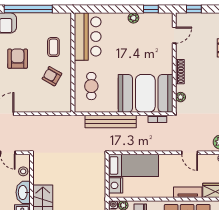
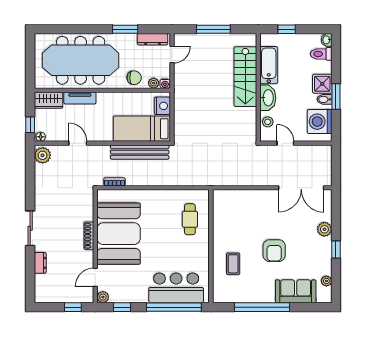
window: (105, 9) -> (174, 307), added
plant: (133, 18) -> (103, 297), moved
bar counter: (88, 37) -> (176, 288), moved, turned 90
armchair: (52, 76) -> (235, 231), removed
booth: (145, 93) -> (119, 234), moved, turned 90
plant: (181, 97) -> (88, 207), removed
bench: (111, 122) -> (140, 152), moved

